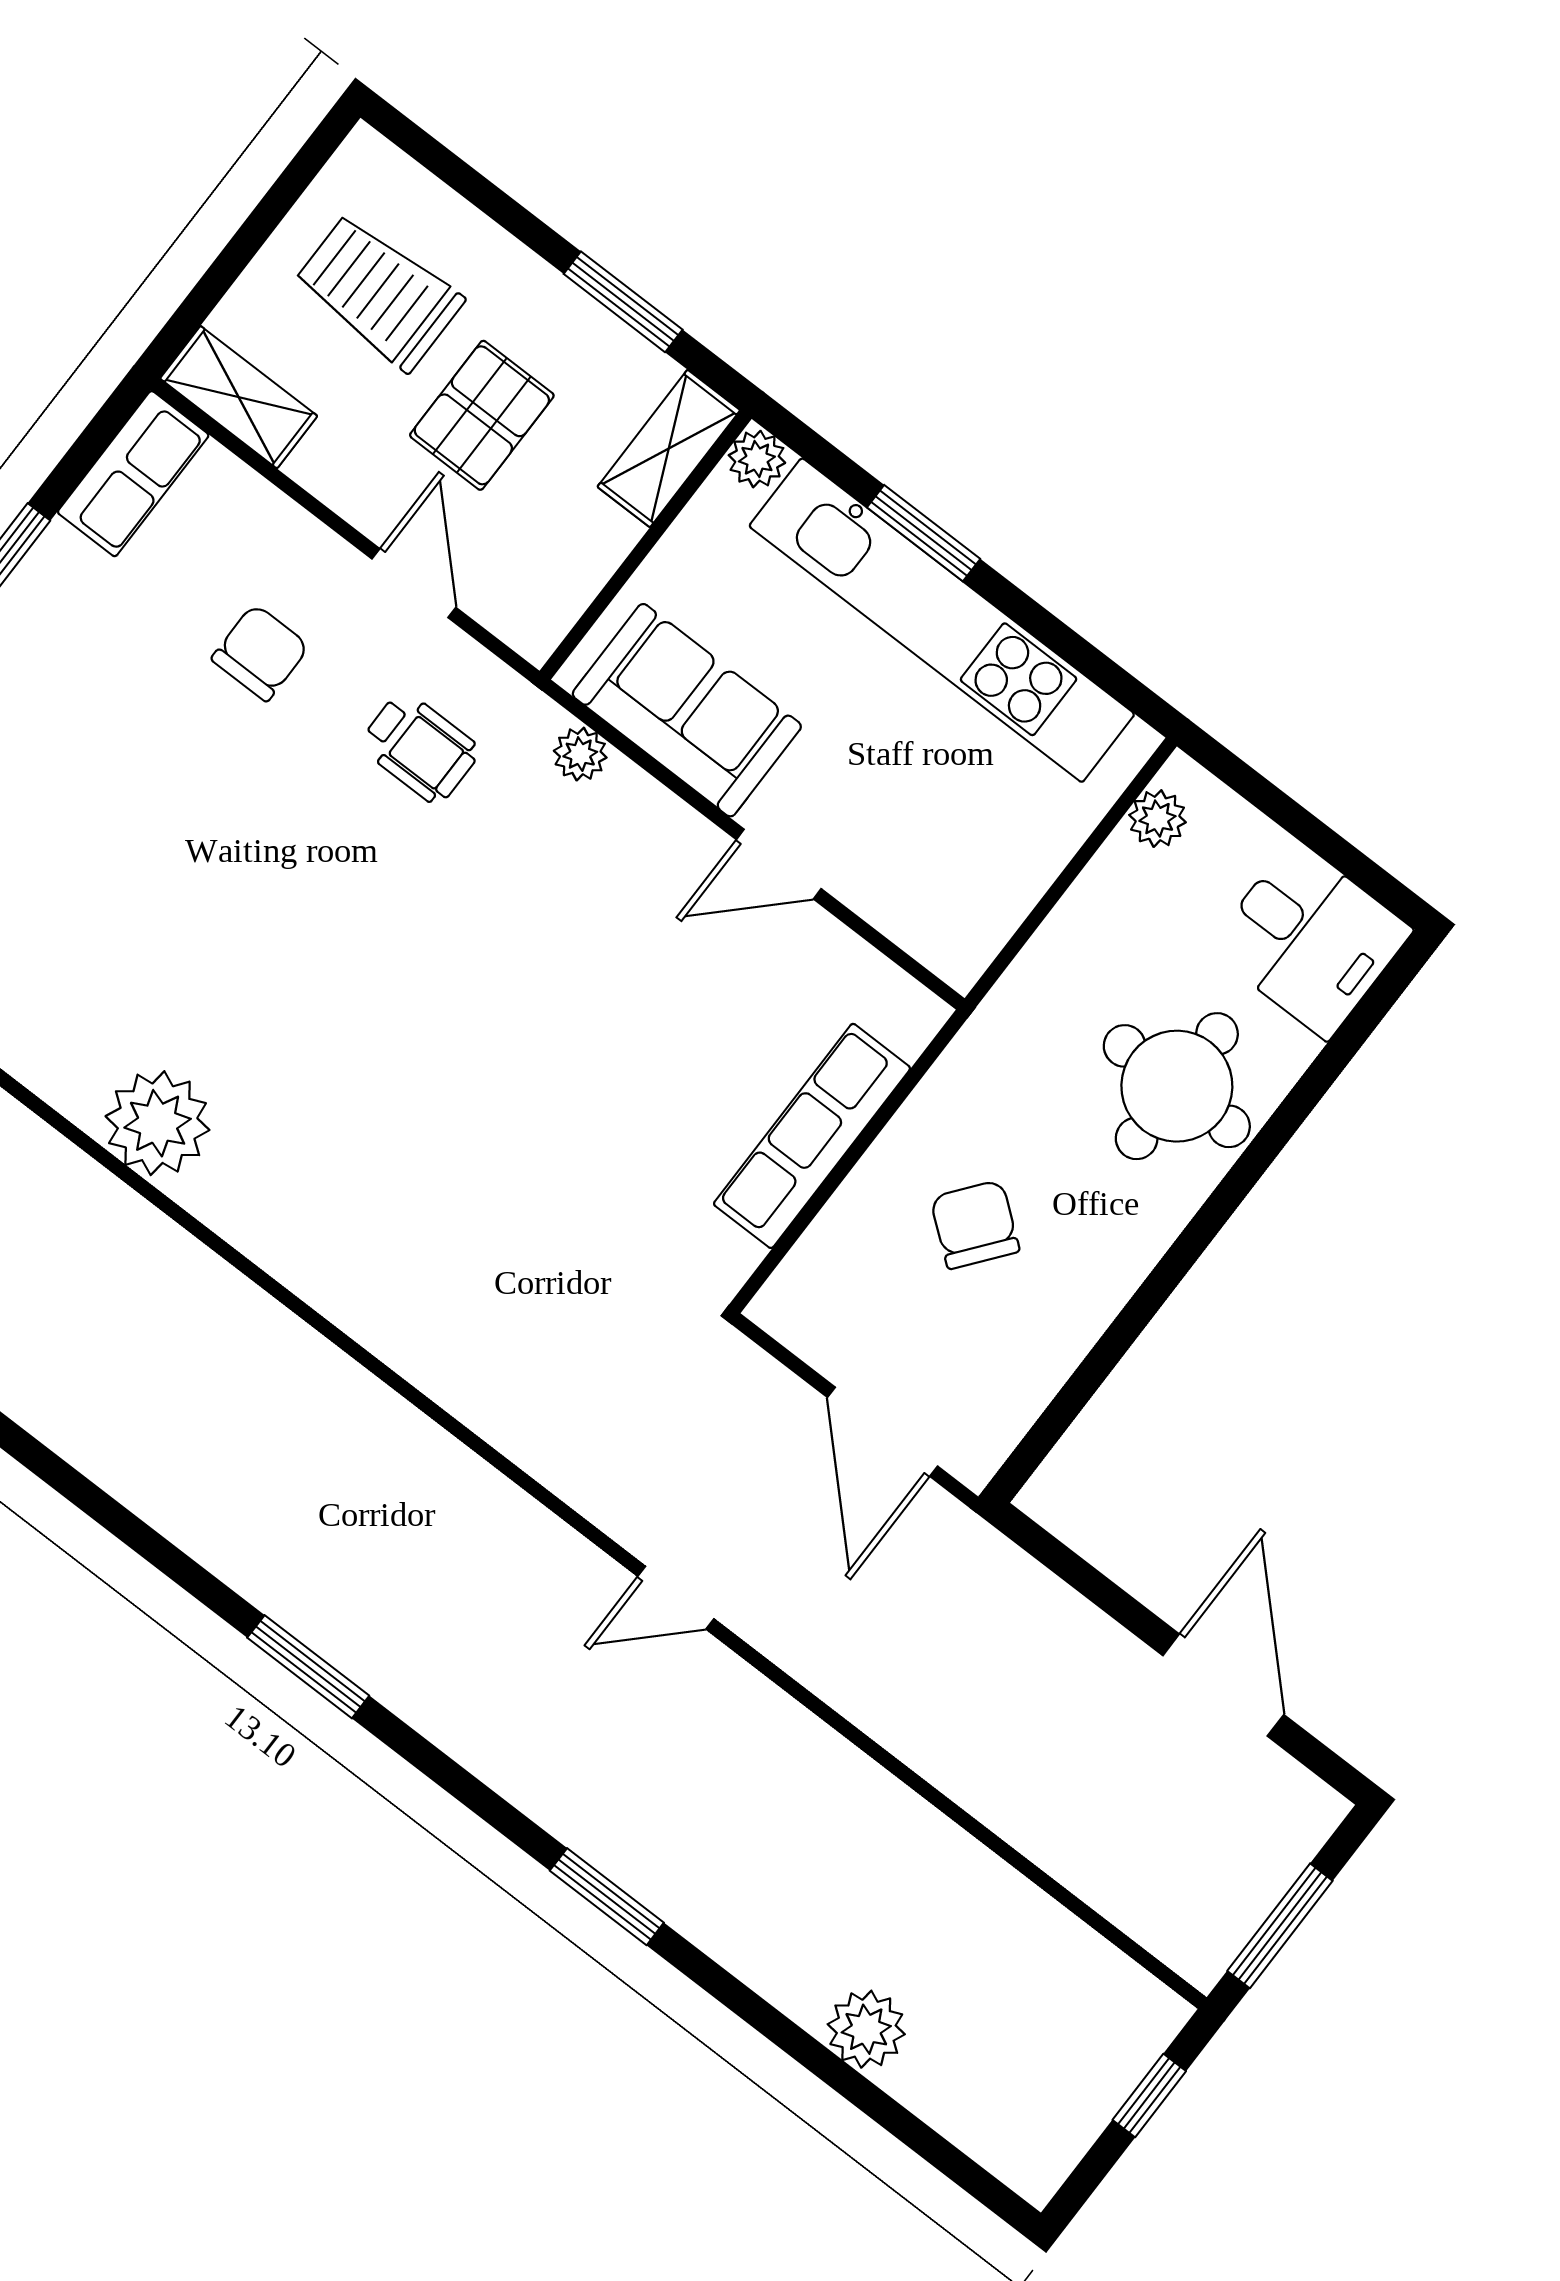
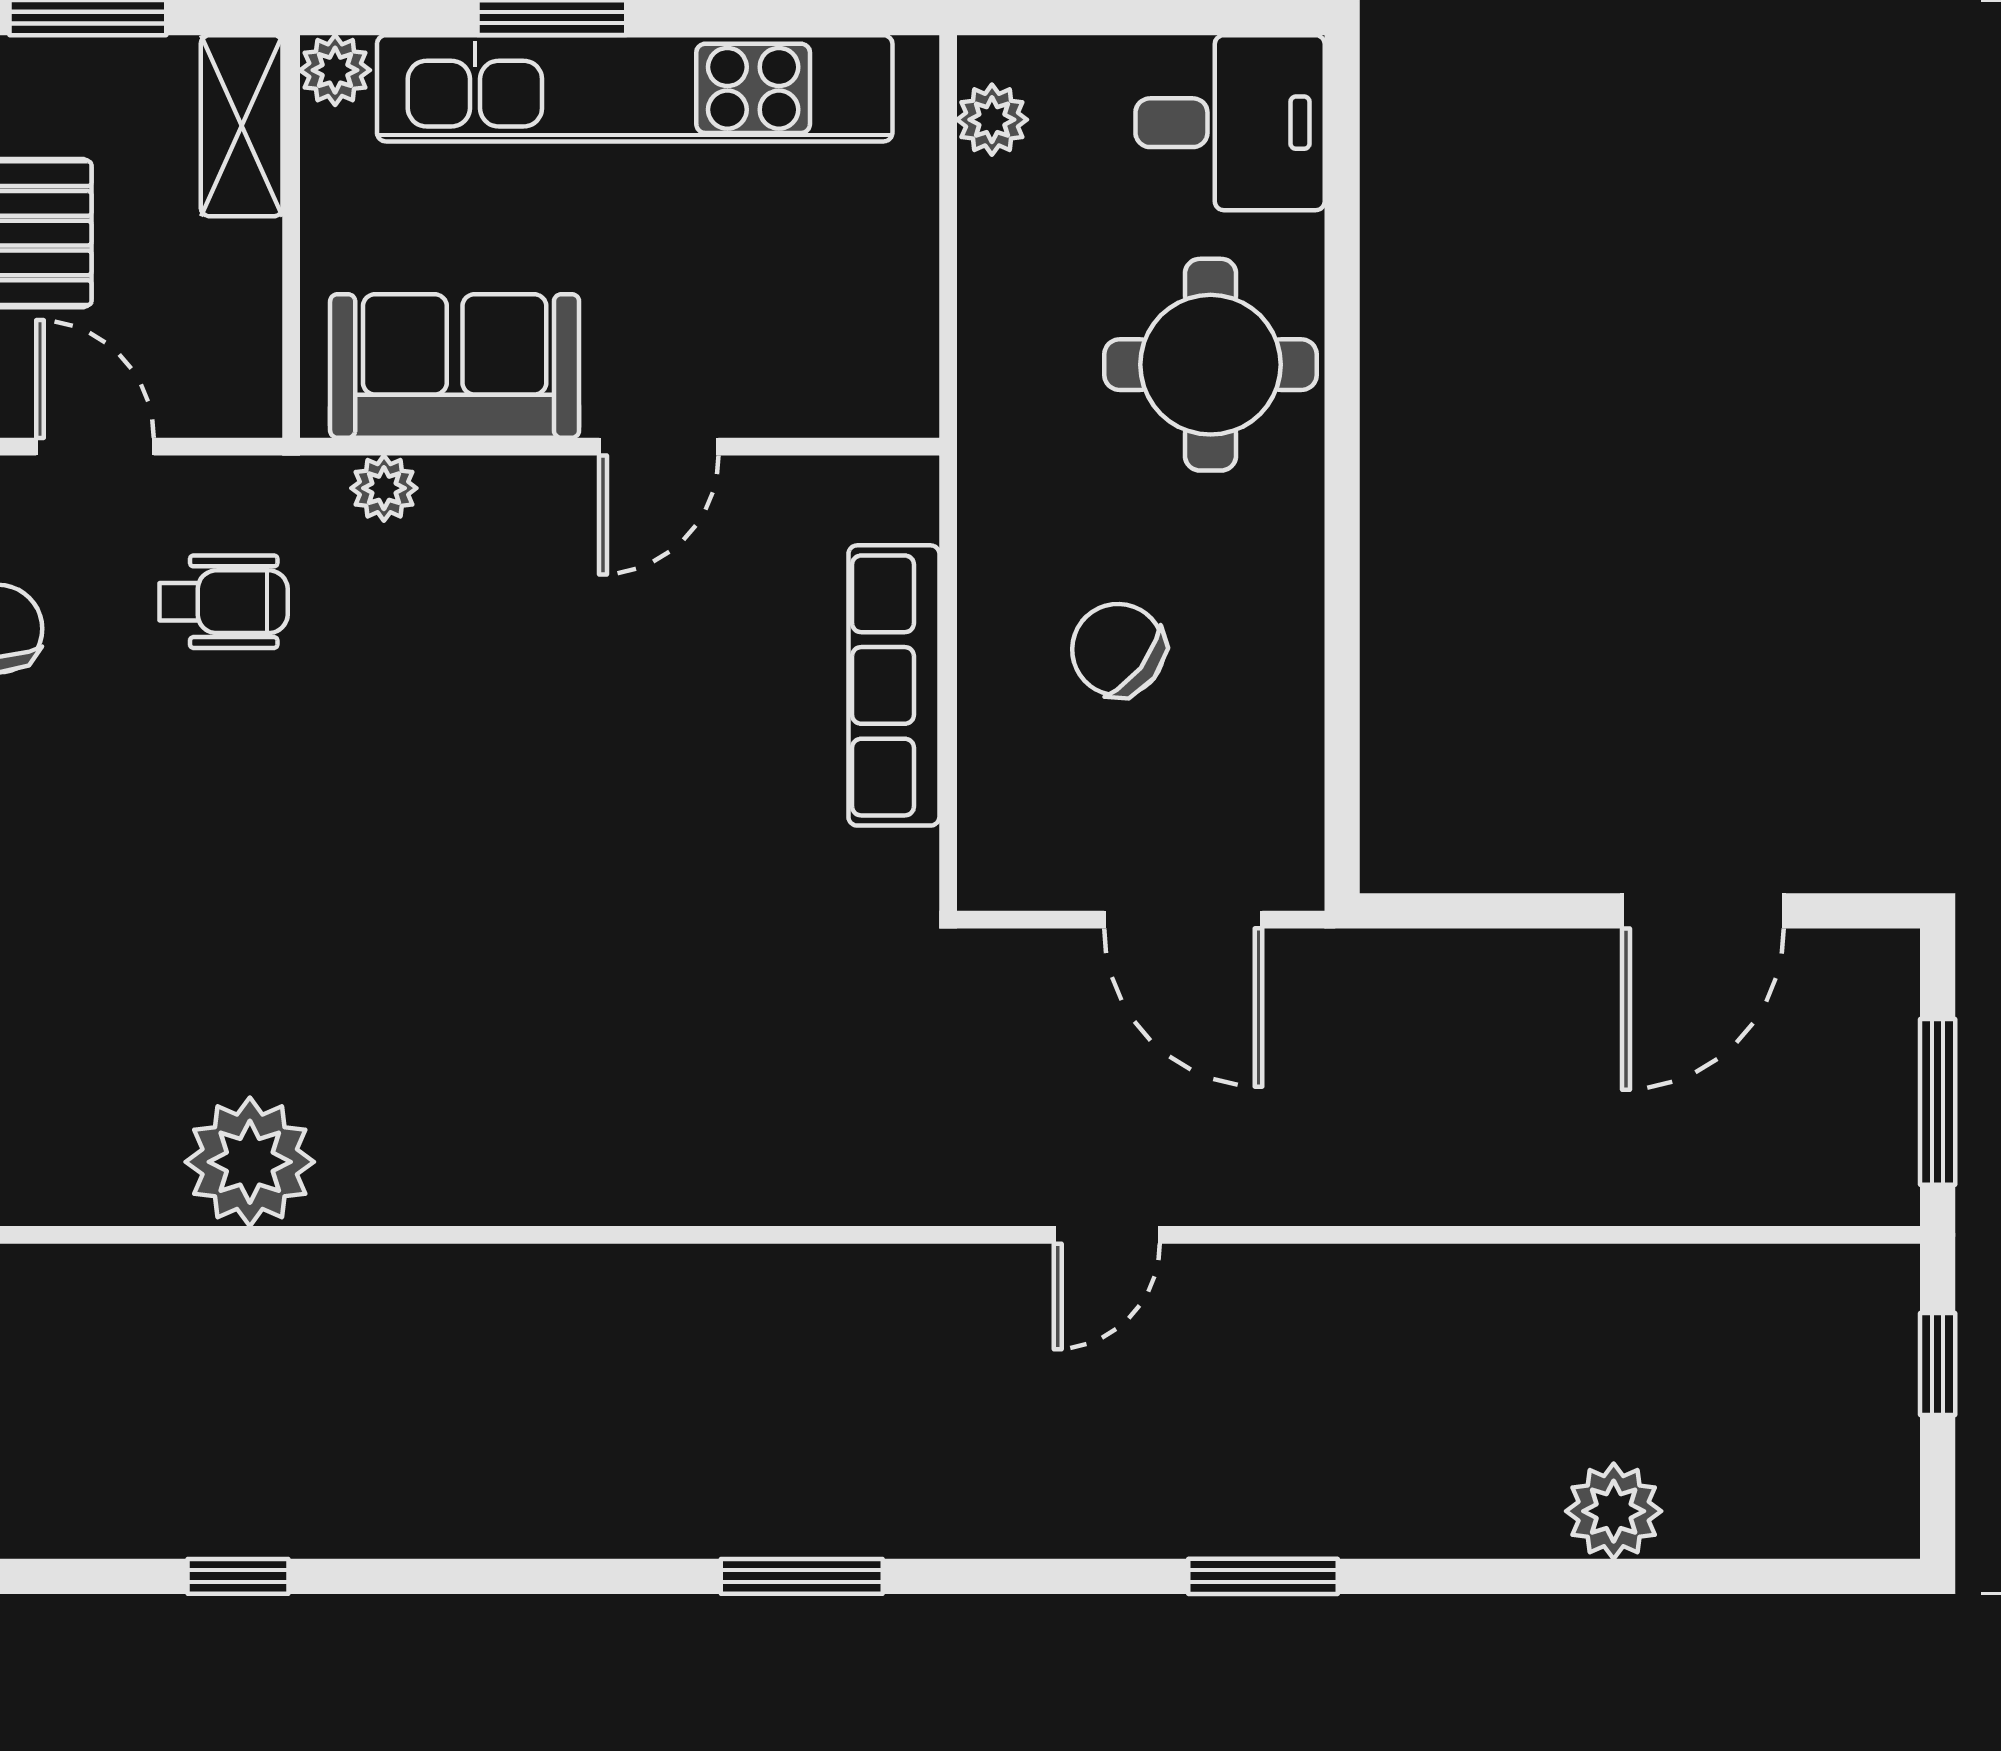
door: (1223, 1685) -> (1703, 911), swing flipped

